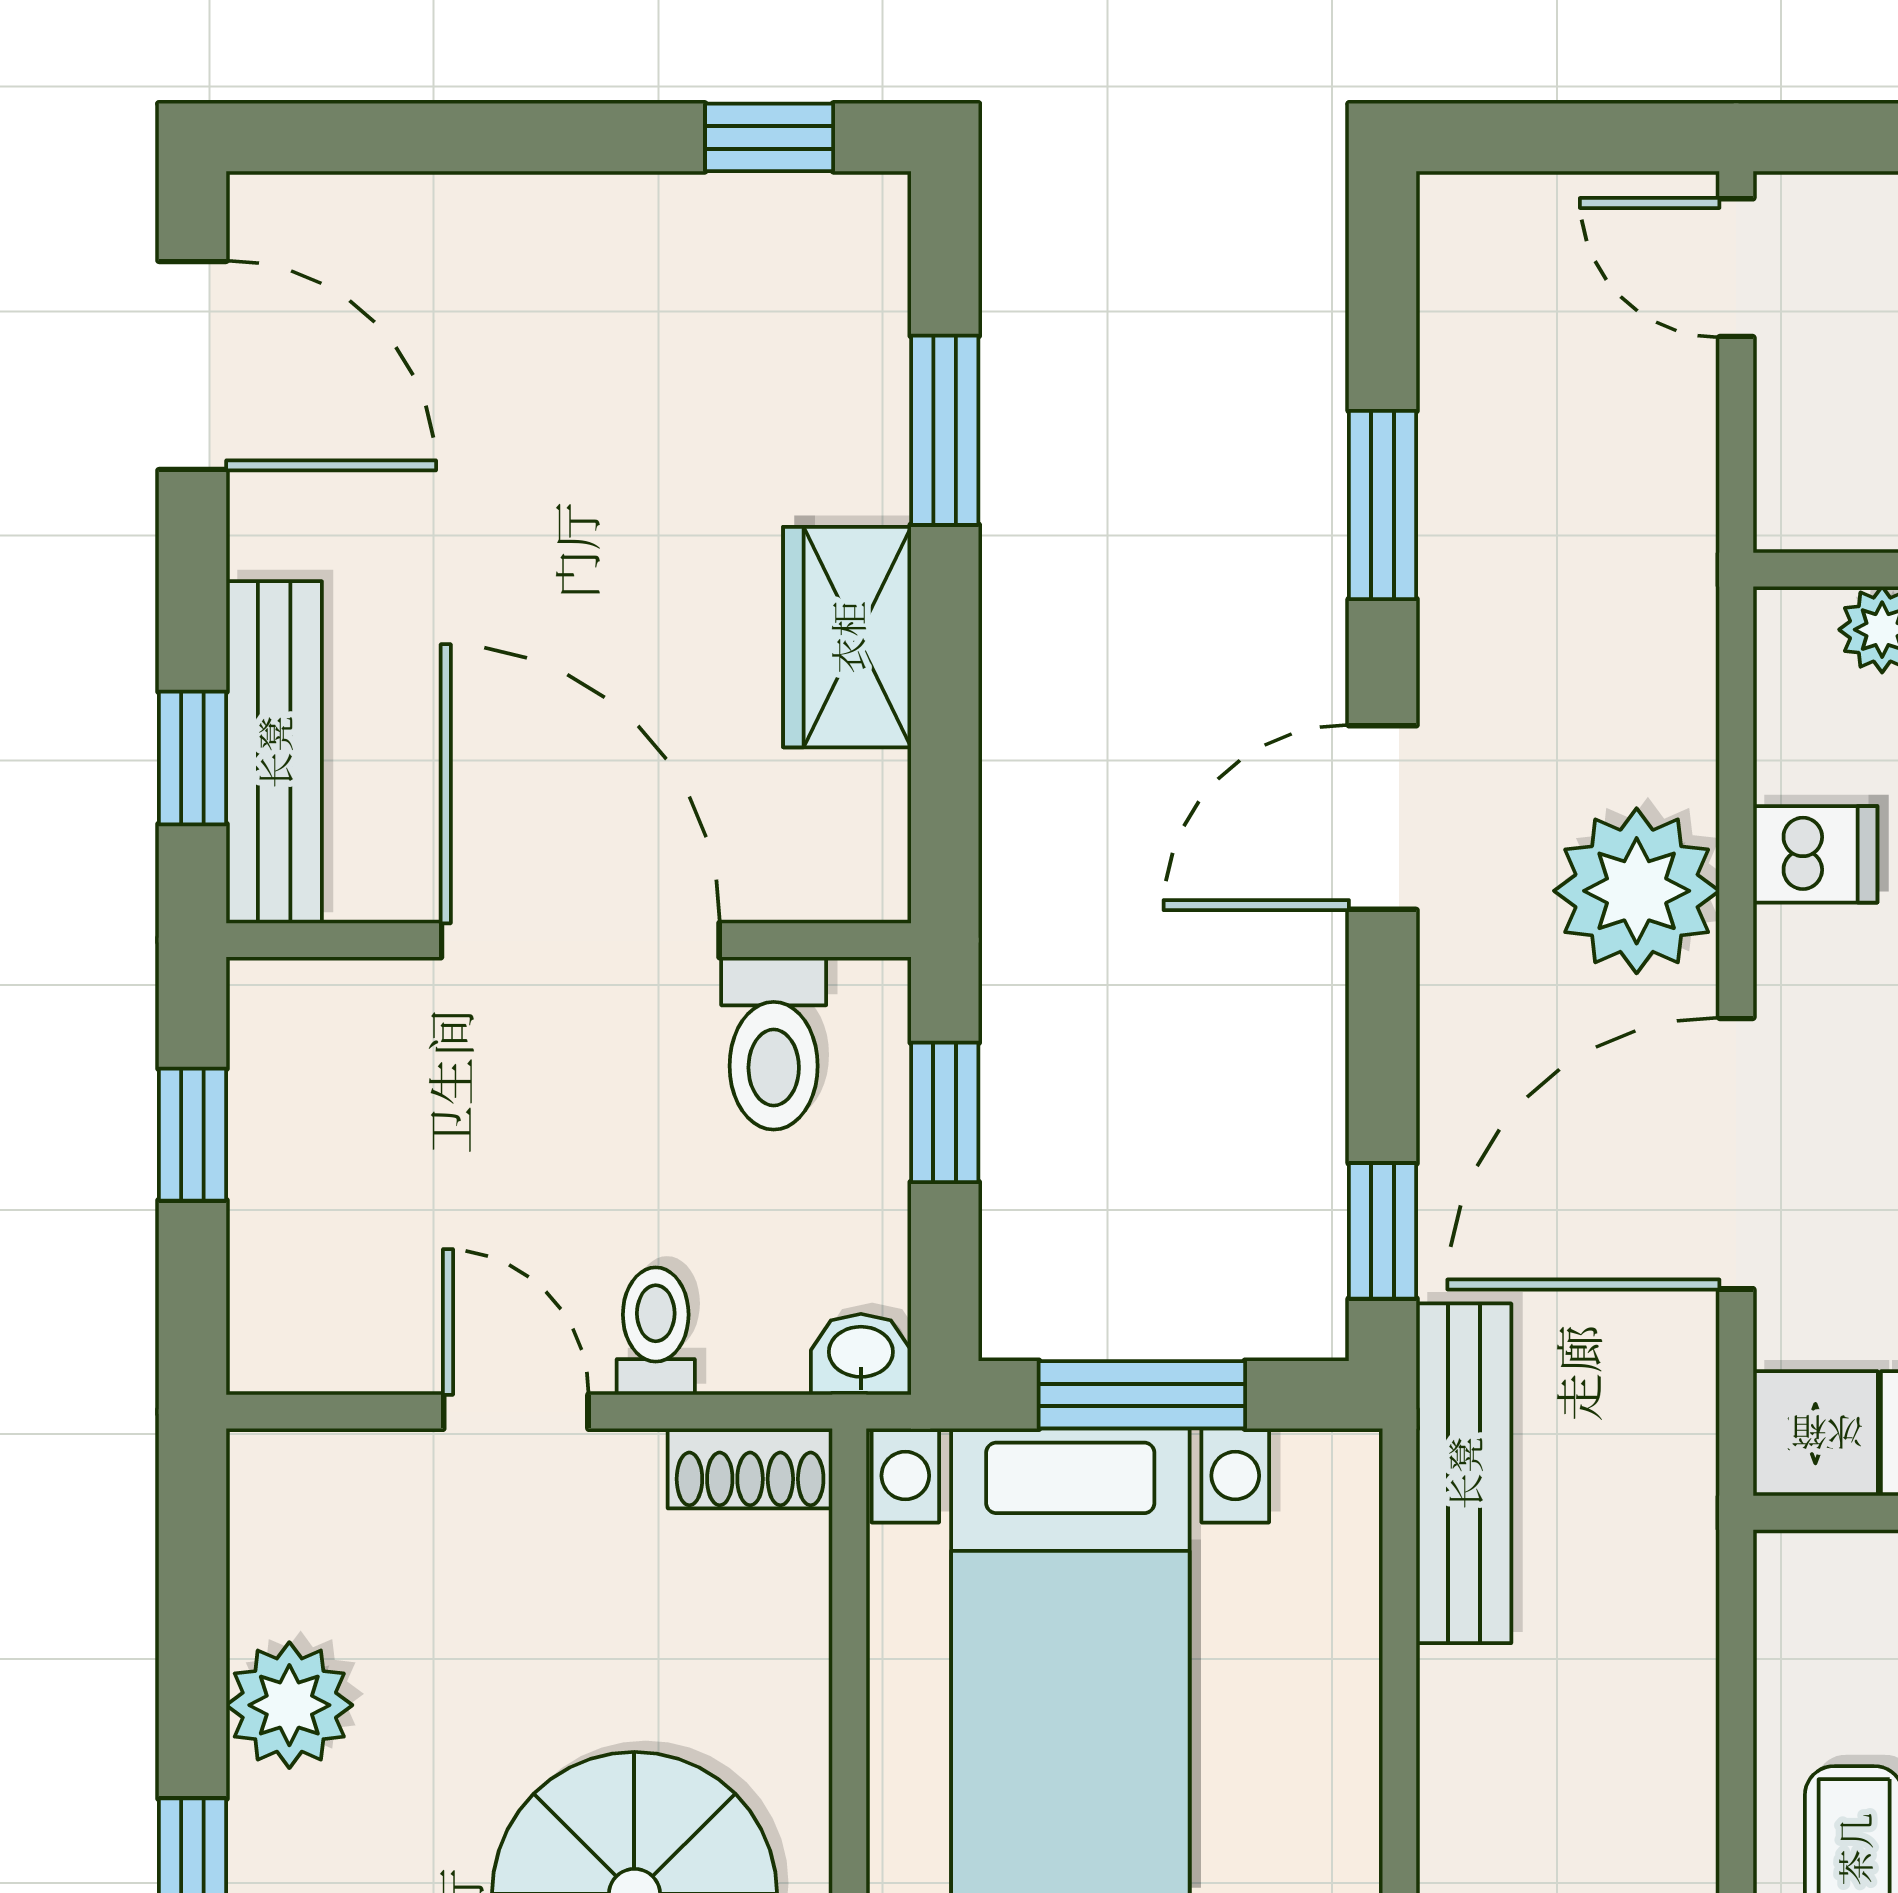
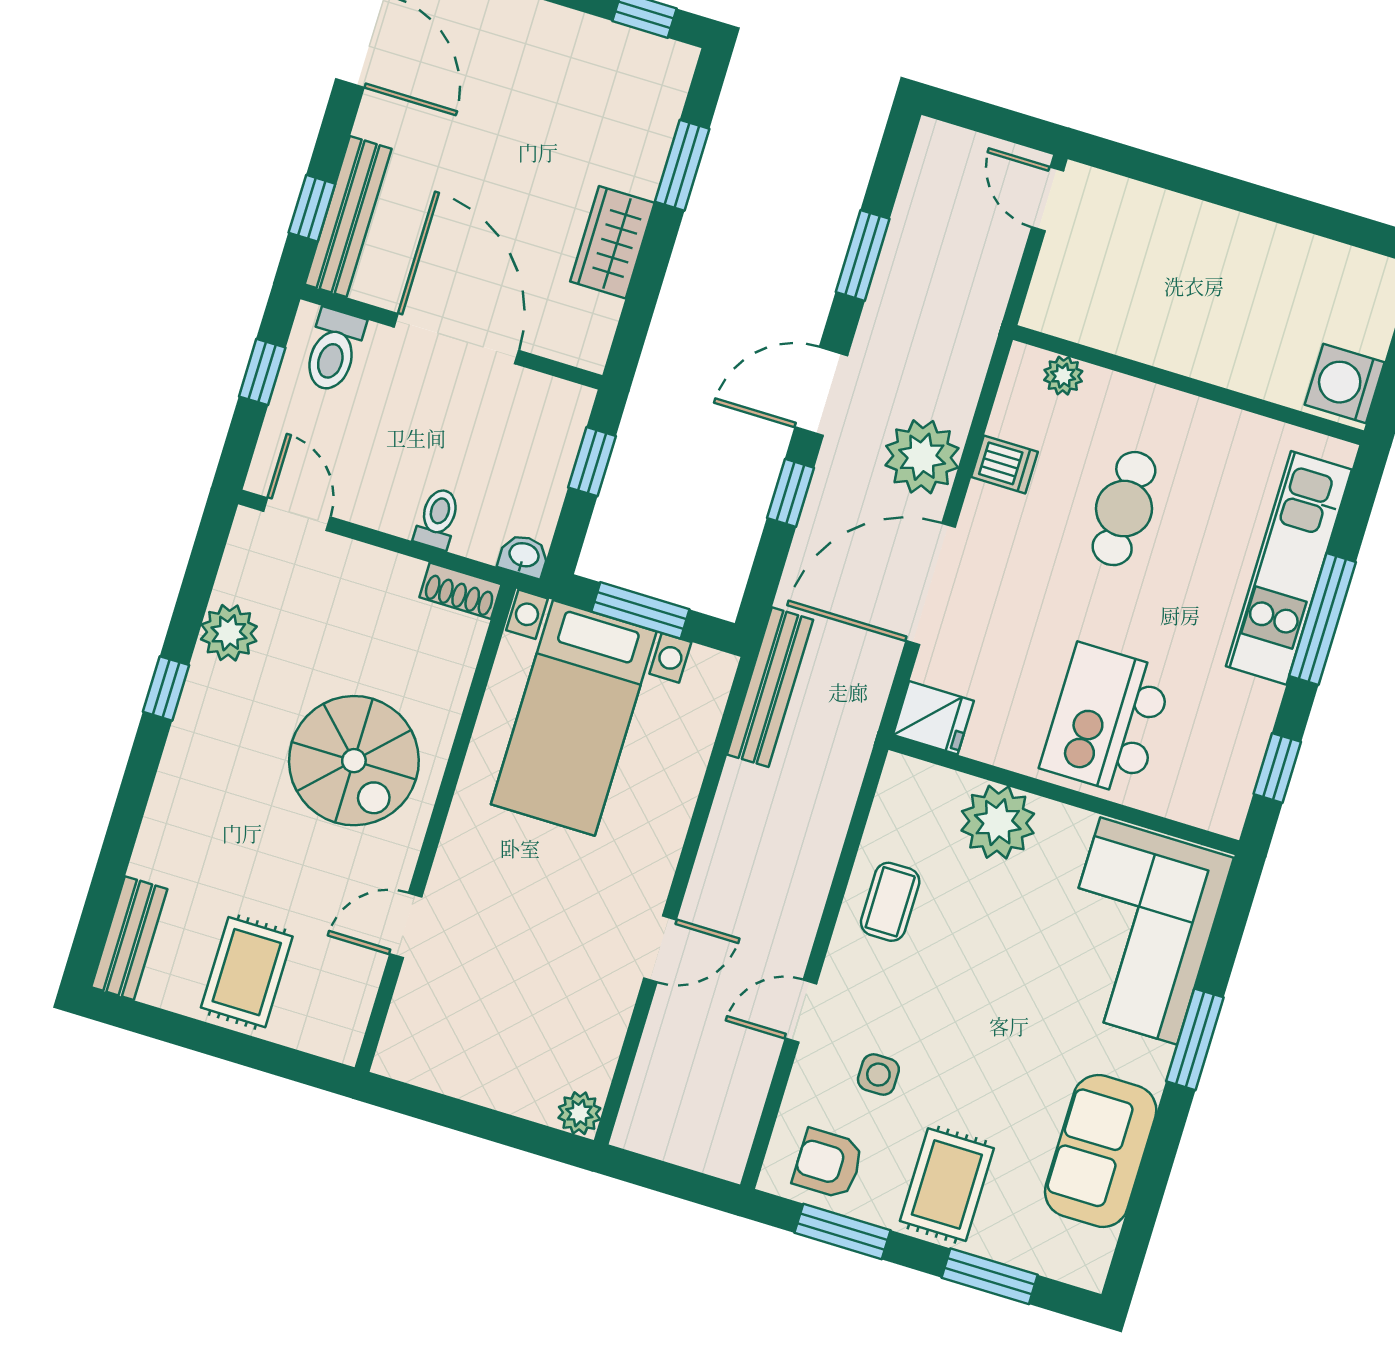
toilet: (774, 1043) -> (333, 350), moved
window: (1383, 1231) -> (790, 493), moved
door: (516, 1412) -> (297, 514), moved

